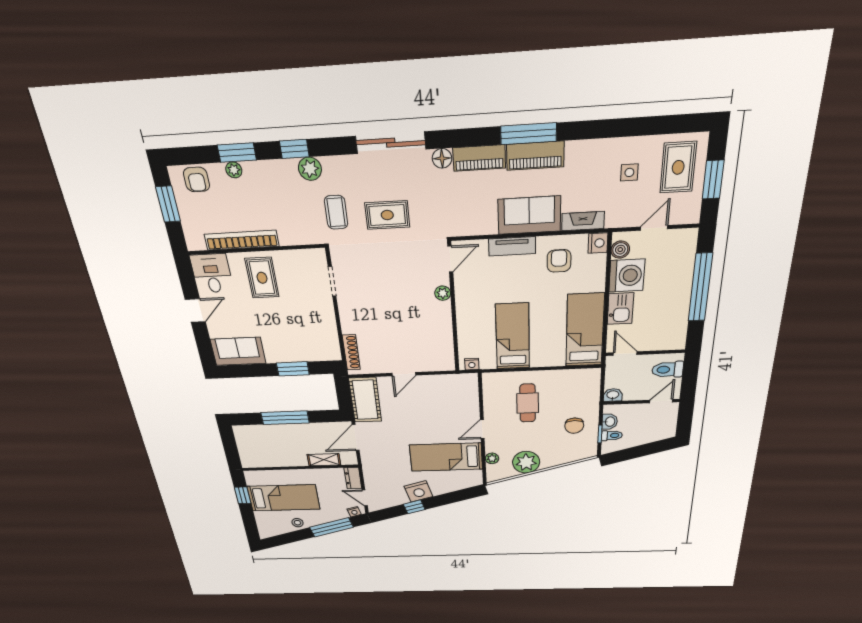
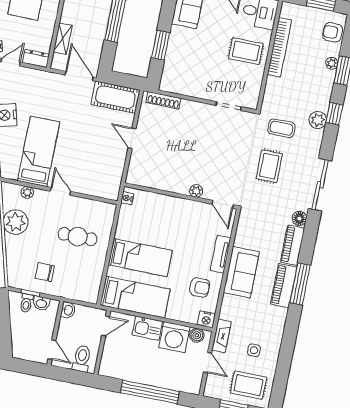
fireplace: (583, 221) -> (221, 336), moved
bed: (513, 336) -> (140, 258), moved

